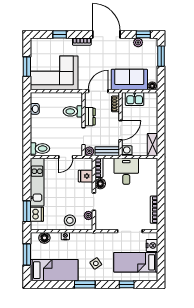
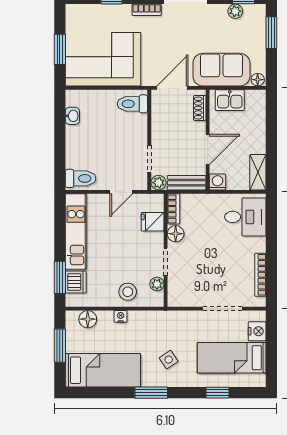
toilet: (73, 111) -> (132, 104), moved
dresser: (90, 117) -> (159, 128), removed
desk: (126, 171) -> (245, 217), moved, turned 90

